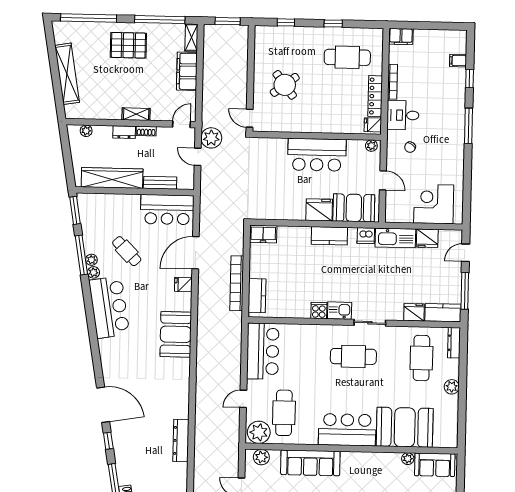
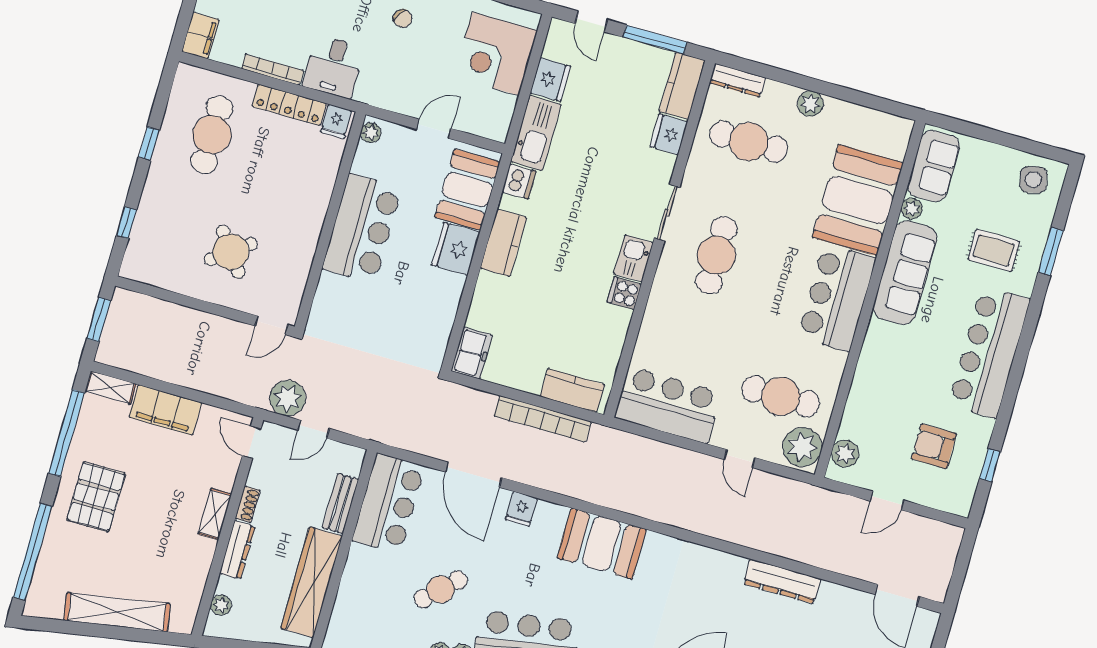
dresser: (124, 132) -> (237, 550), width x1.44
chair: (410, 147) -> (403, 19), moved
sofa: (310, 463) -> (905, 273), moved

